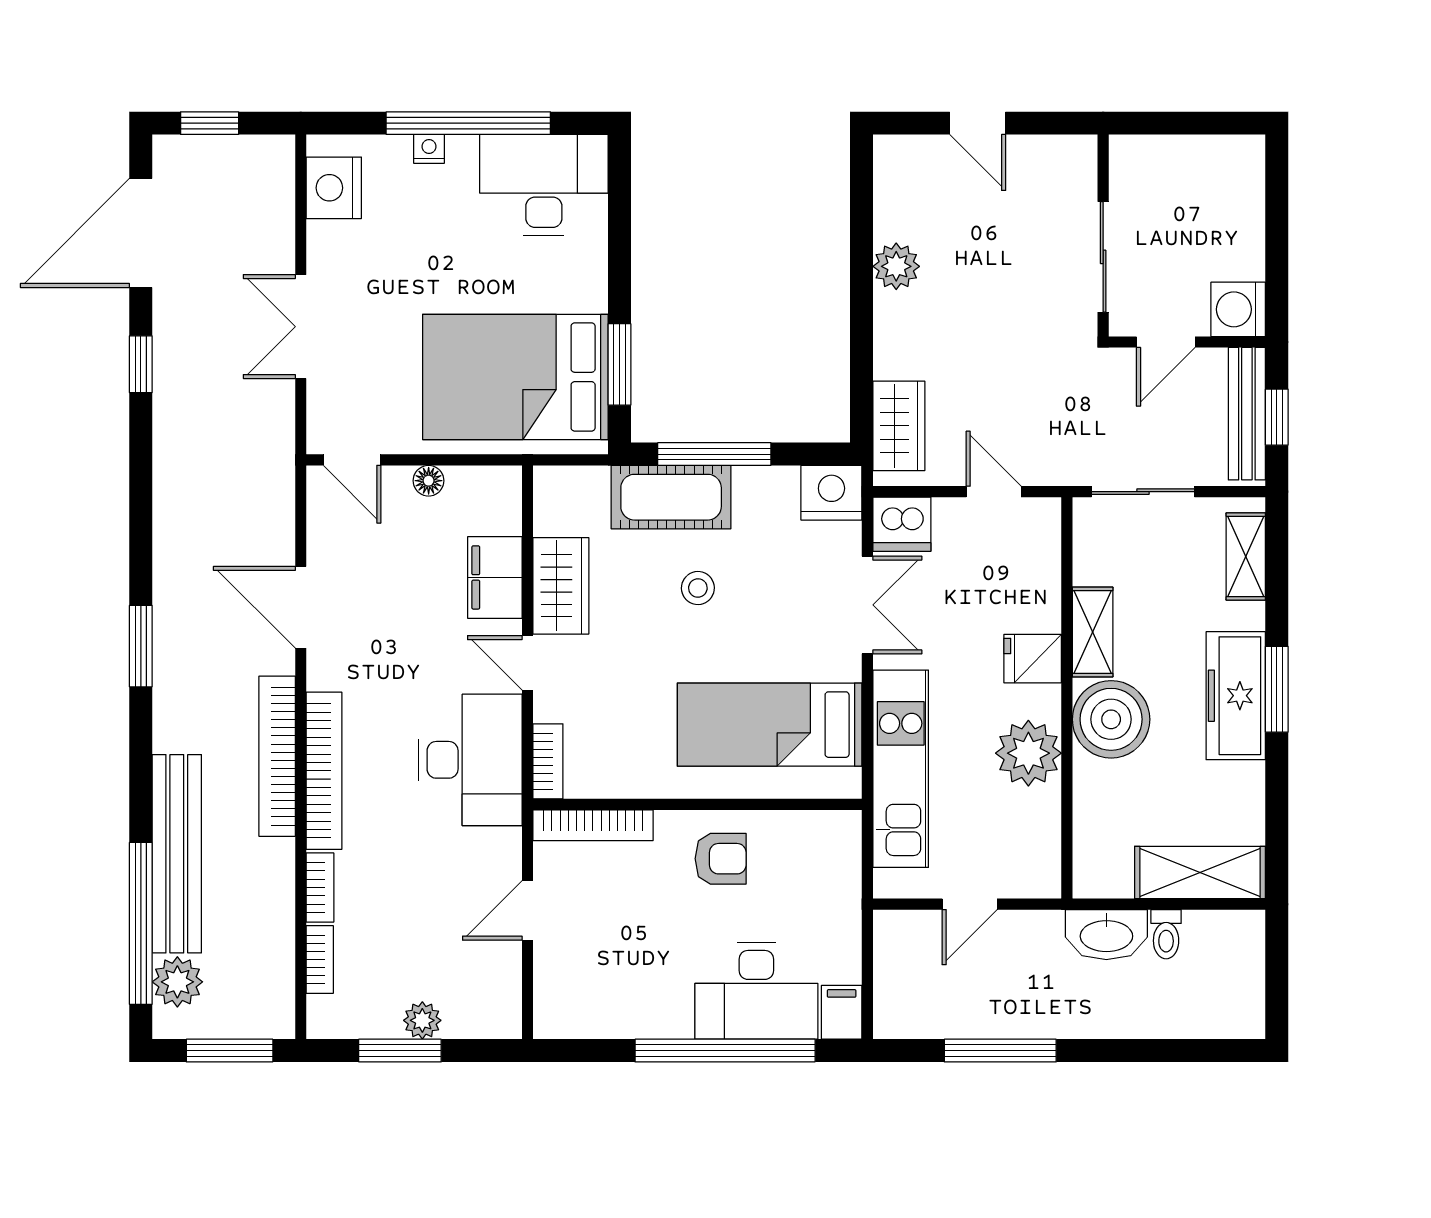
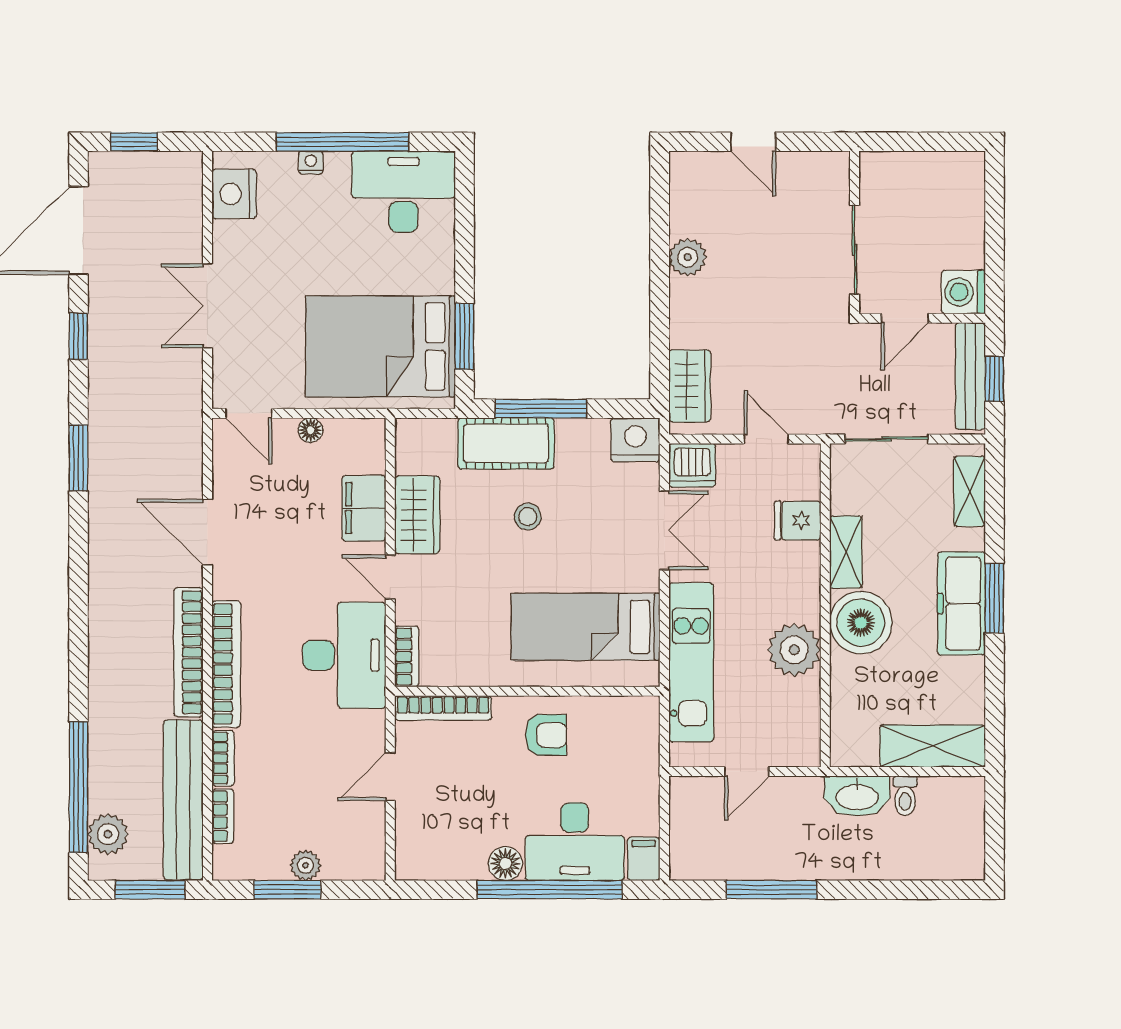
window: (141, 646) -> (78, 458), moved
fridge: (1033, 659) -> (798, 521), moved
bench: (177, 854) -> (183, 800), moved
floor lamp: (670, 1018) -> (505, 864), added

